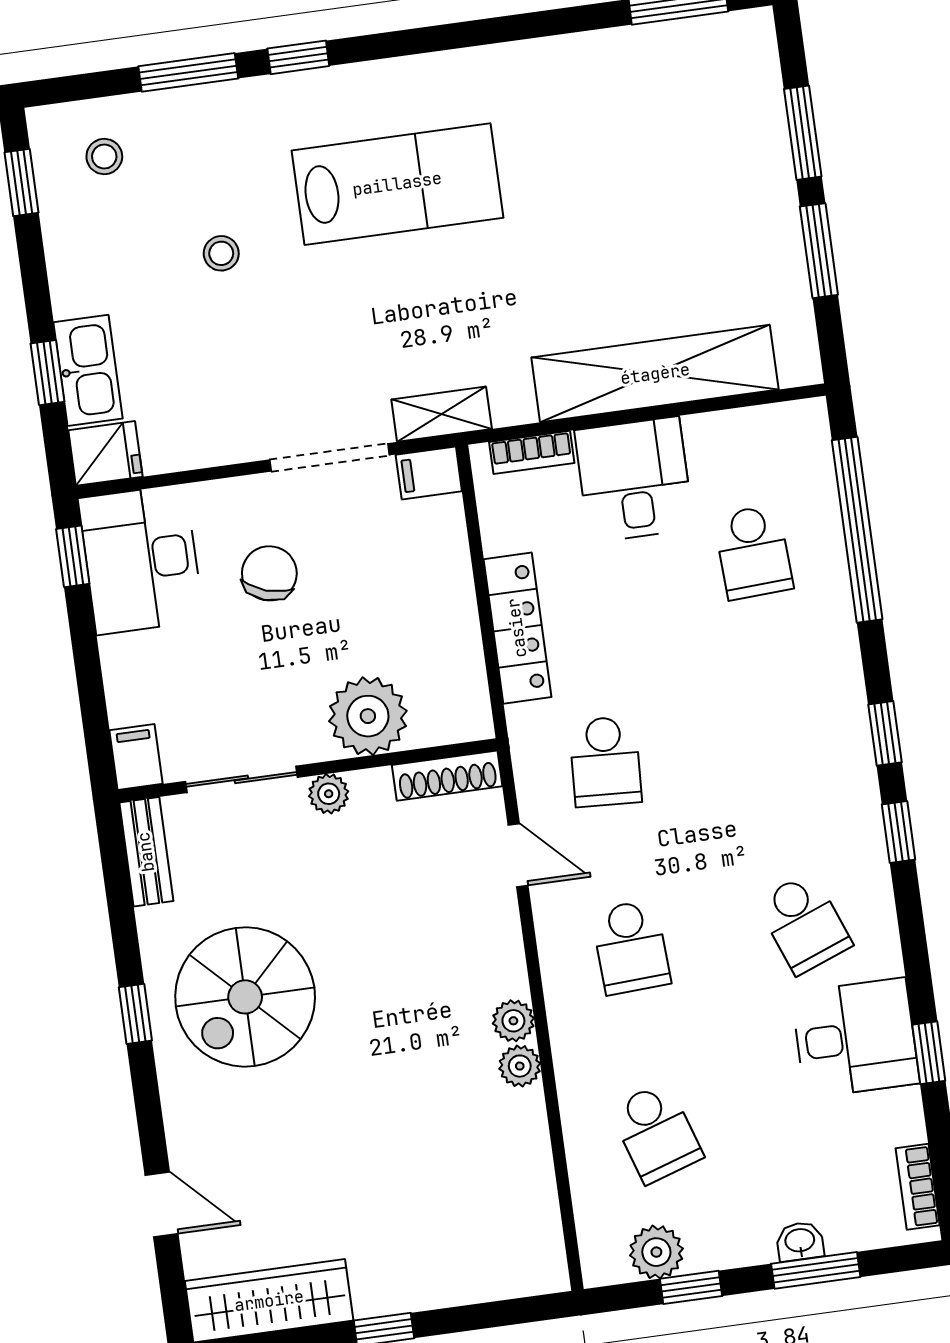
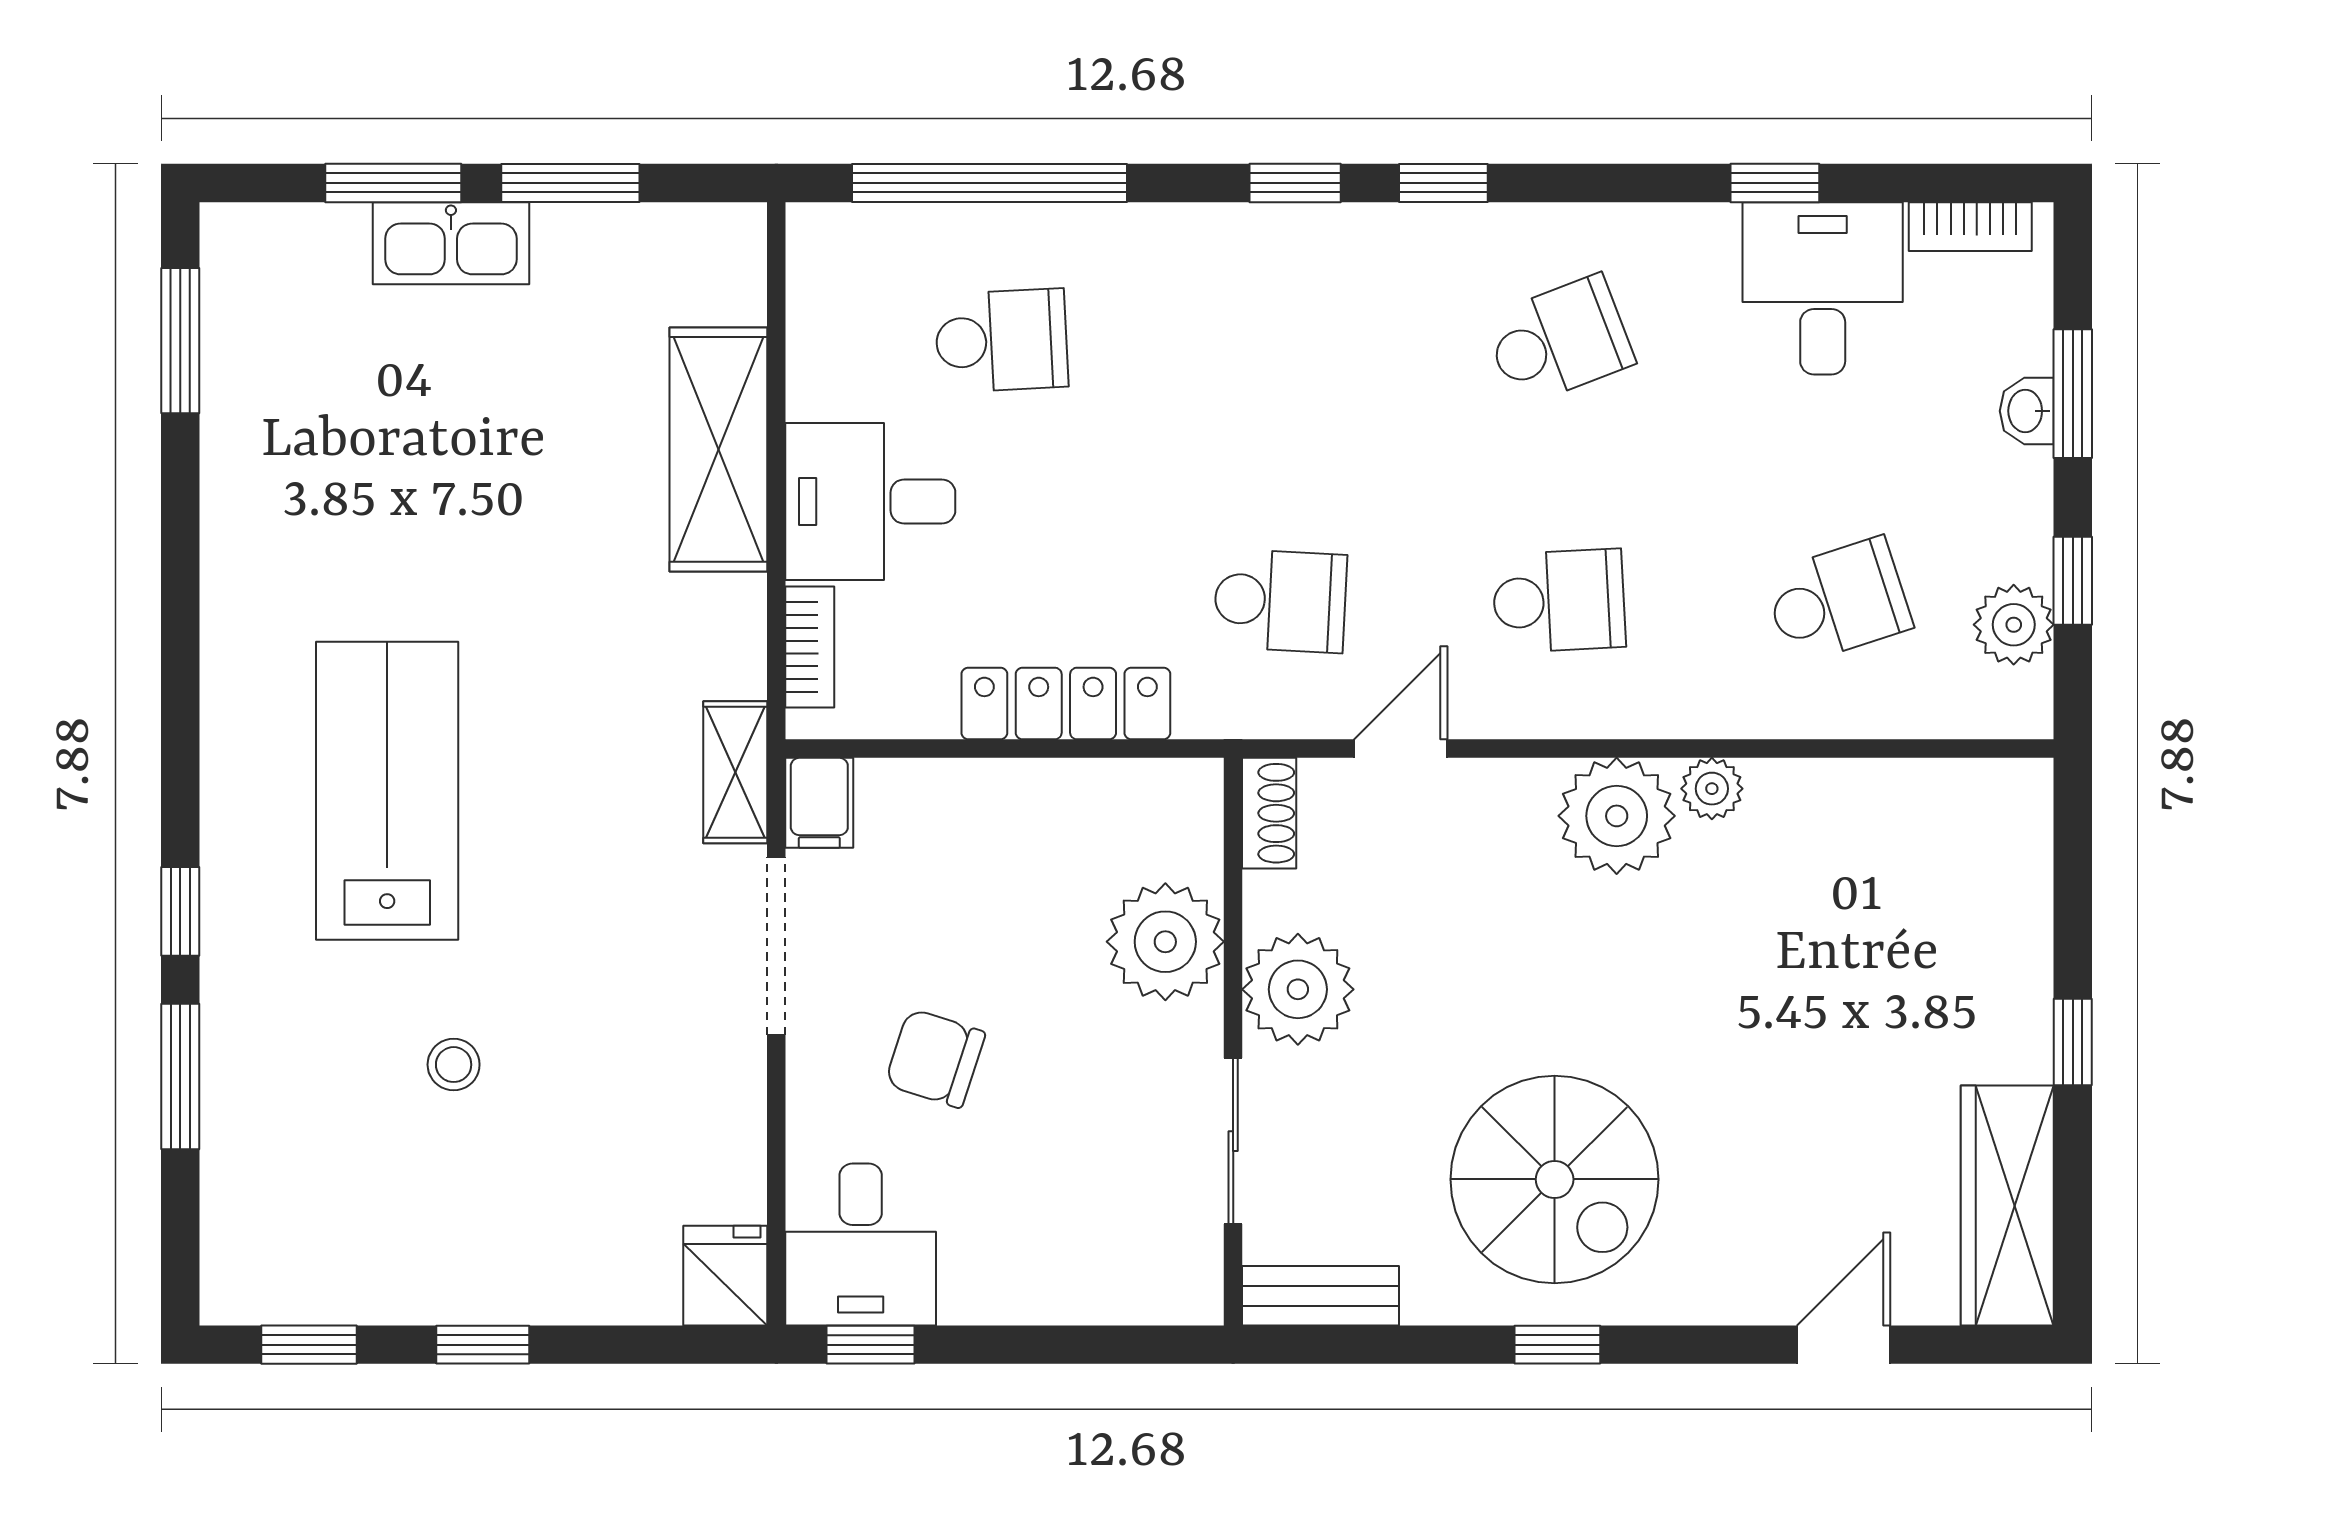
stool: (104, 157) -> (287, 1217), removed
kitchen sink: (88, 370) -> (451, 243), moved, turned 180
window: (48, 373) -> (483, 1345), moved
shelving: (655, 374) -> (718, 449), width x0.68
desk: (141, 559) -> (861, 1245), width x0.73
filing cabinet: (136, 757) -> (1179, 1292), removed
shoe rack: (447, 776) -> (1269, 813), width x0.70
plant: (329, 794) -> (1298, 989), width x1.88, depth x1.88
plant: (513, 1021) -> (1617, 816), width x1.88, depth x1.88
desk: (855, 1038) -> (1823, 288), moved

